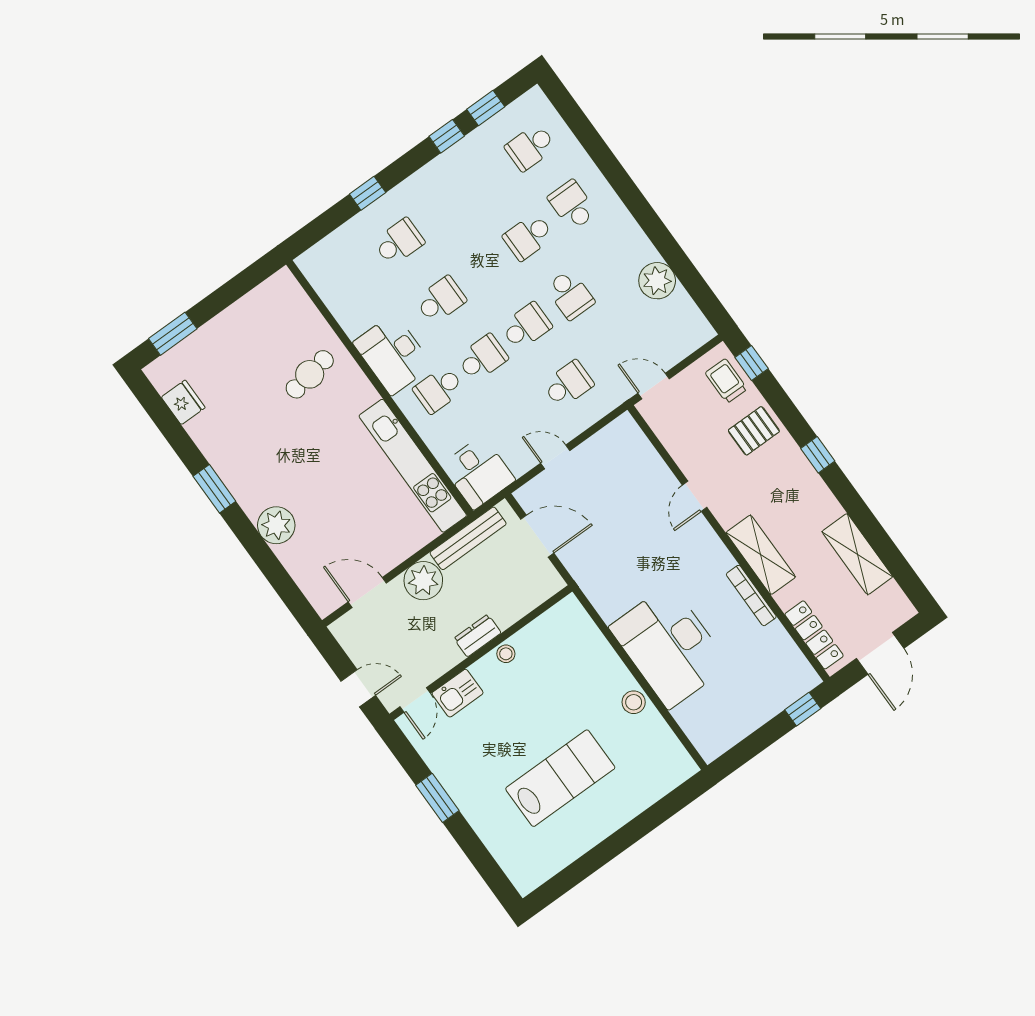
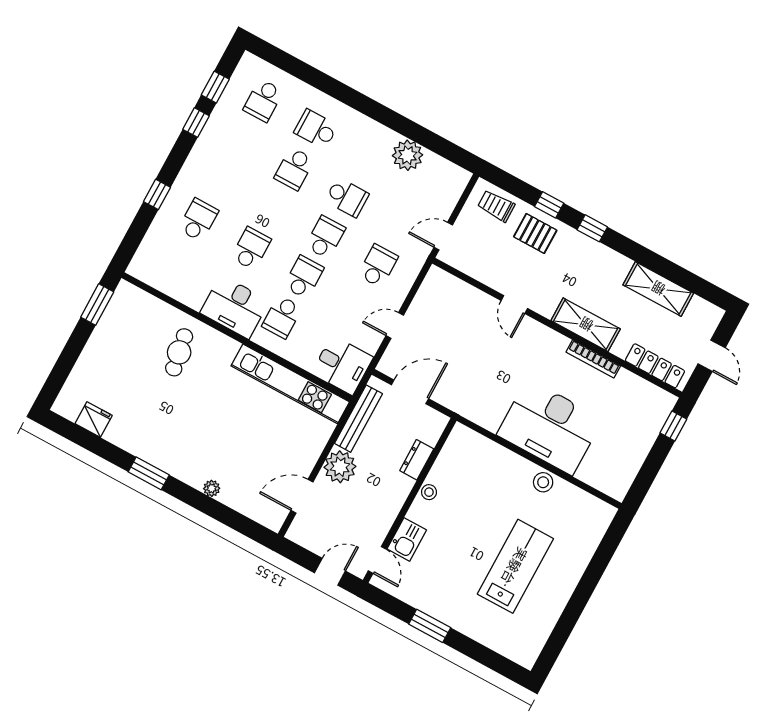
window: (173, 334) -> (97, 305), moved
window: (752, 363) -> (549, 205), moved
pallet: (754, 431) -> (535, 233), turned 90
plant: (276, 525) -> (212, 488), width x0.53, depth x0.53
dresser: (478, 636) -> (417, 460), moved
door: (880, 653) -> (712, 356), width x0.73

